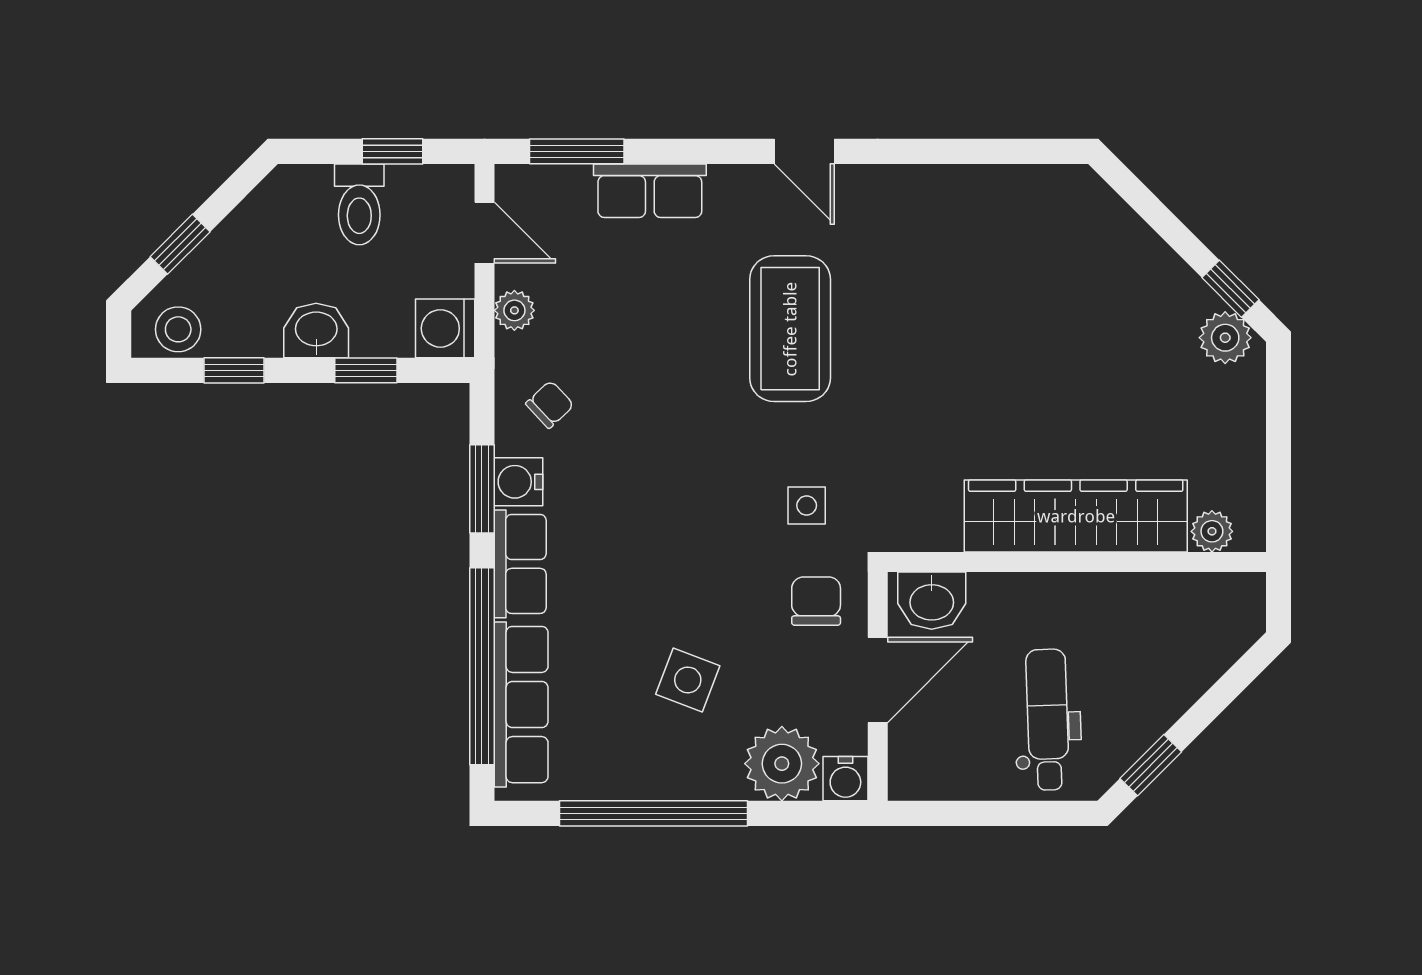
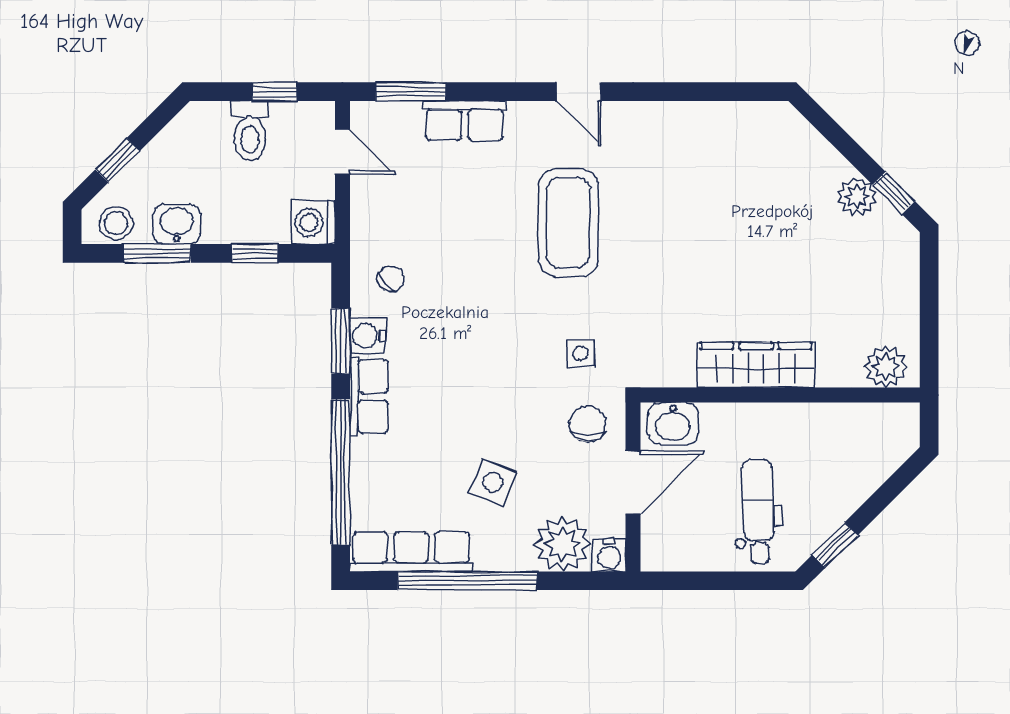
plant: (514, 310) -> (365, 209), removed
washbasin: (316, 331) -> (177, 224), moved
plant: (1225, 338) -> (857, 197), moved
window: (234, 370) -> (157, 253), width x1.50
wardrobe: (1076, 516) -> (756, 365), width x0.71, depth x0.85
plant: (1212, 531) -> (886, 367), width x1.38, depth x1.38
row of seats: (521, 705) -> (411, 552), moved, turned -90

